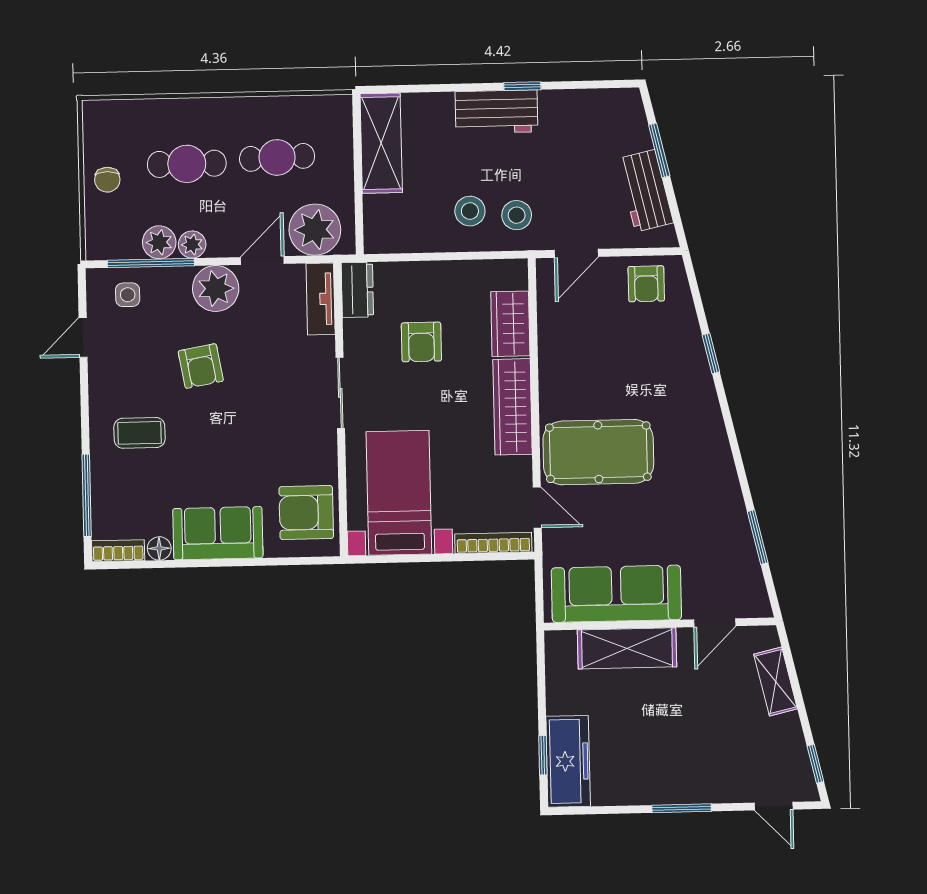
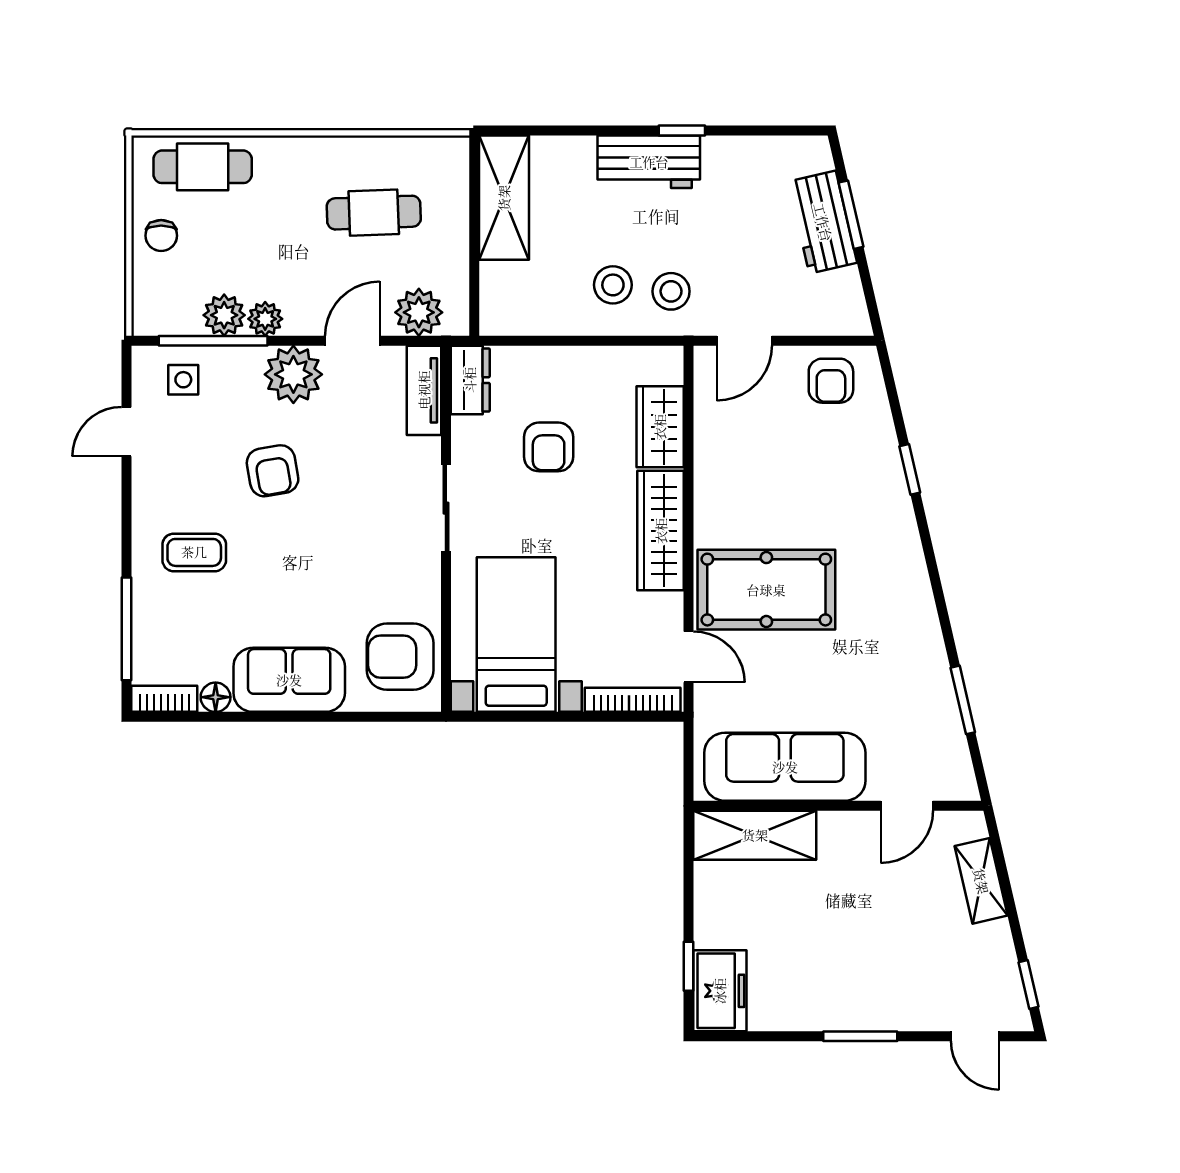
cafe table: (187, 164) -> (203, 167), moved
workbench: (645, 191) -> (823, 222), moved
plant: (315, 230) -> (419, 312), width x0.73, depth x0.73
shelving: (627, 648) -> (755, 835), moved
freezer: (568, 761) -> (720, 991), width x0.71

